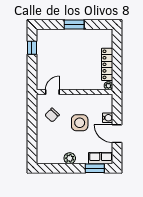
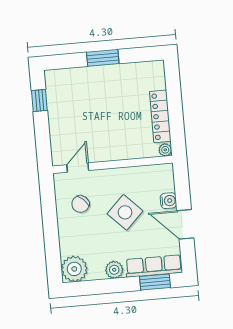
side table: (80, 123) -> (125, 212), turned 45
plant: (45, 156) -> (74, 269), added
row of seats: (101, 158) -> (154, 266), width x1.48

